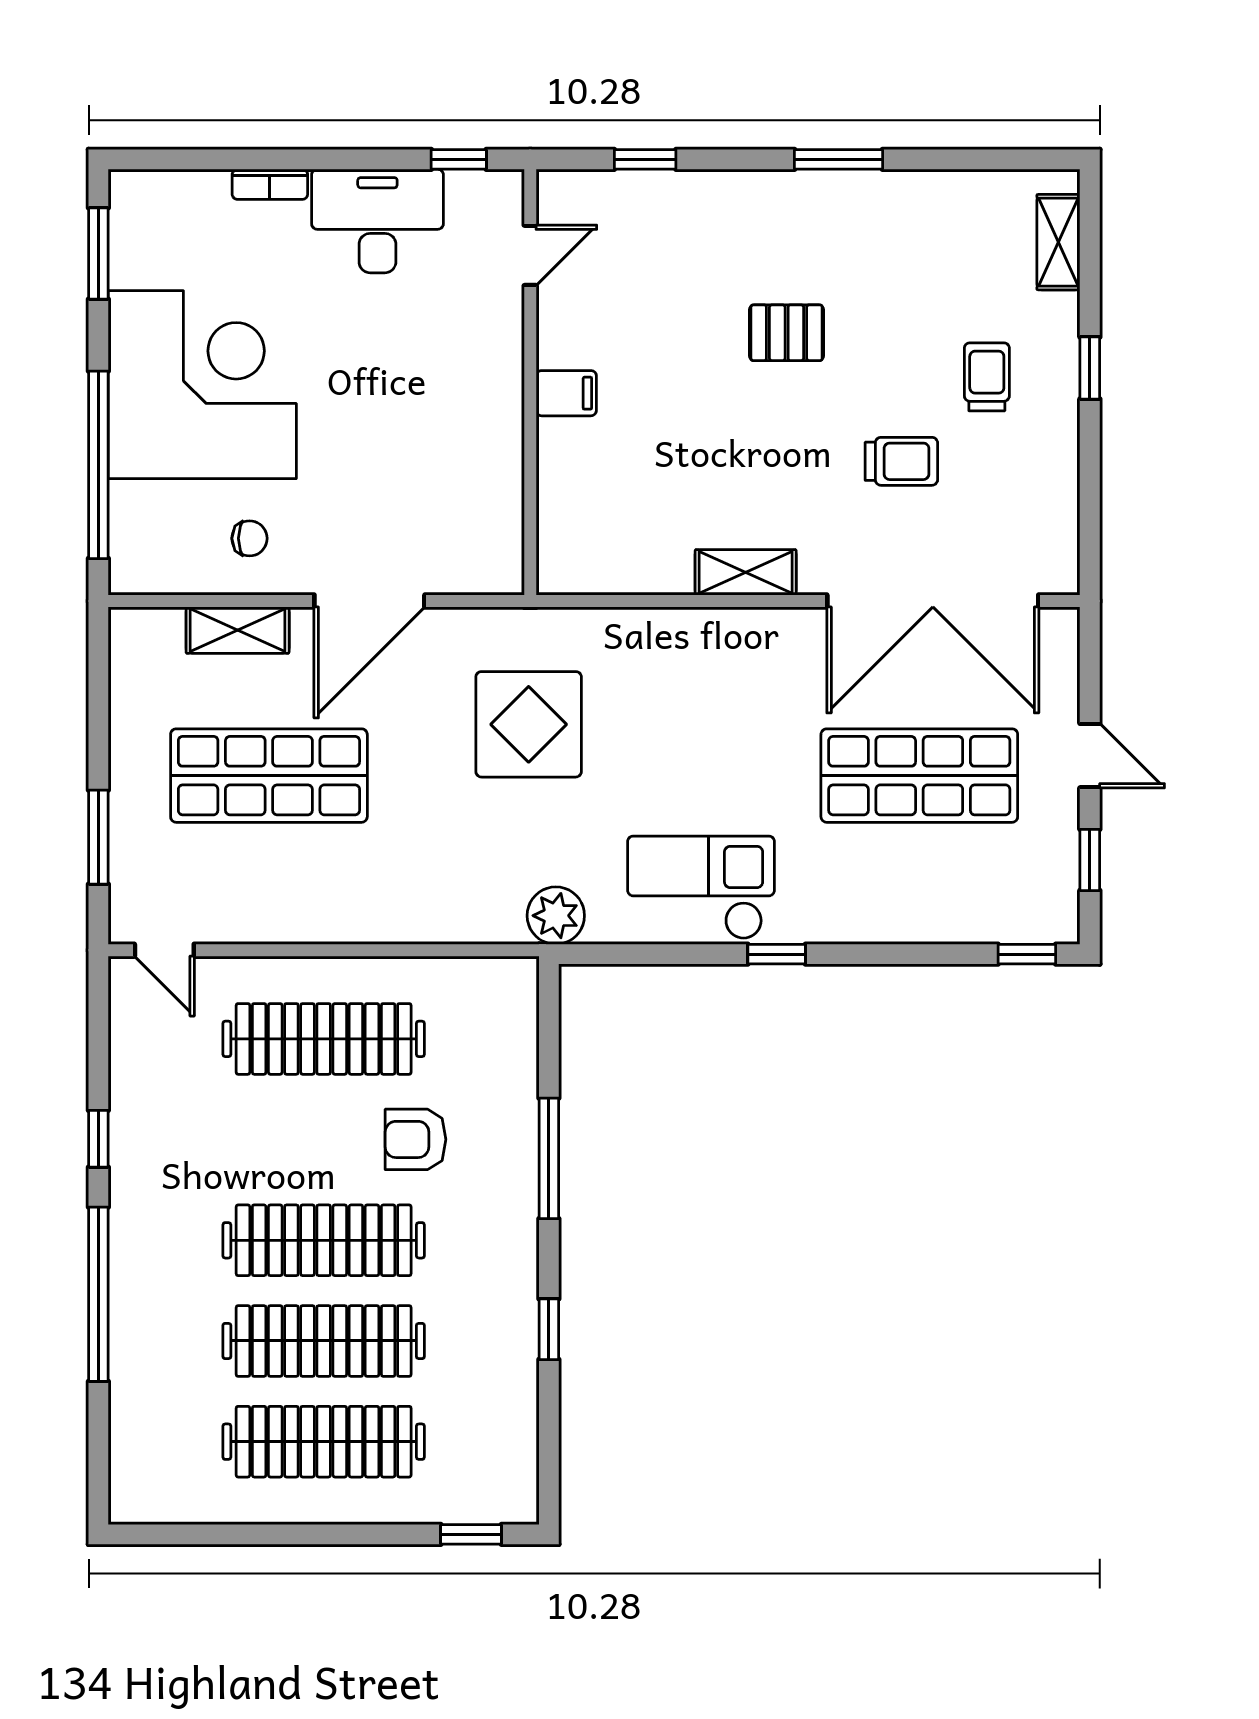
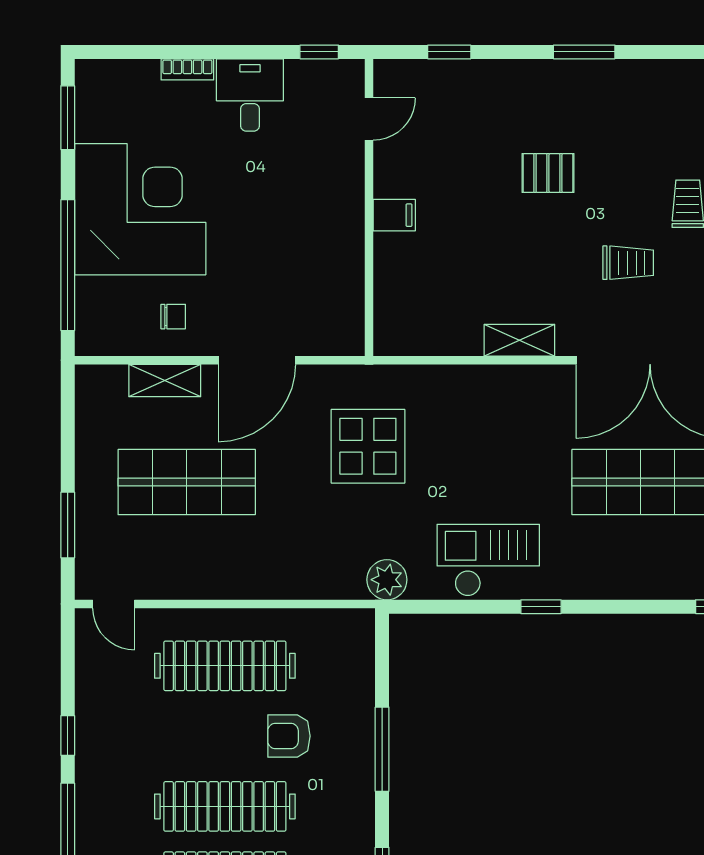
desk: (377, 221) -> (250, 95), width x0.73

